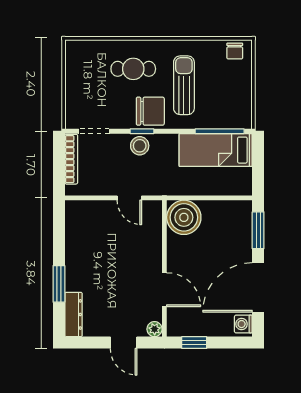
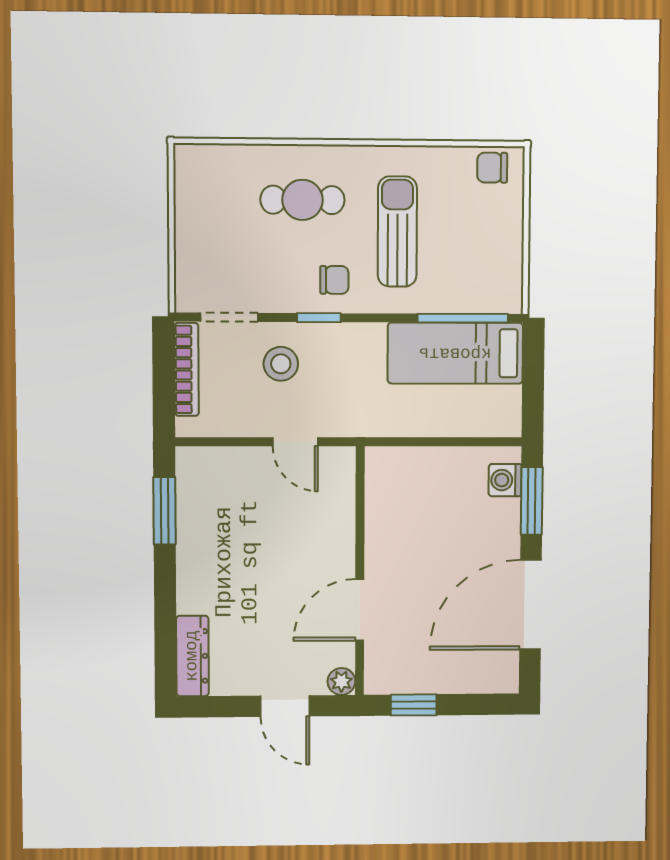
chair: (235, 51) -> (492, 168), turned 90
chair: (150, 111) -> (334, 280), width x0.54, depth x0.54
stool: (140, 146) -> (281, 364), moved
boiler: (184, 217) -> (396, 478), removed
window: (59, 284) -> (164, 511), moved
door: (164, 290) -> (360, 610), swing flipped
washing machine: (243, 324) -> (505, 480), moved

